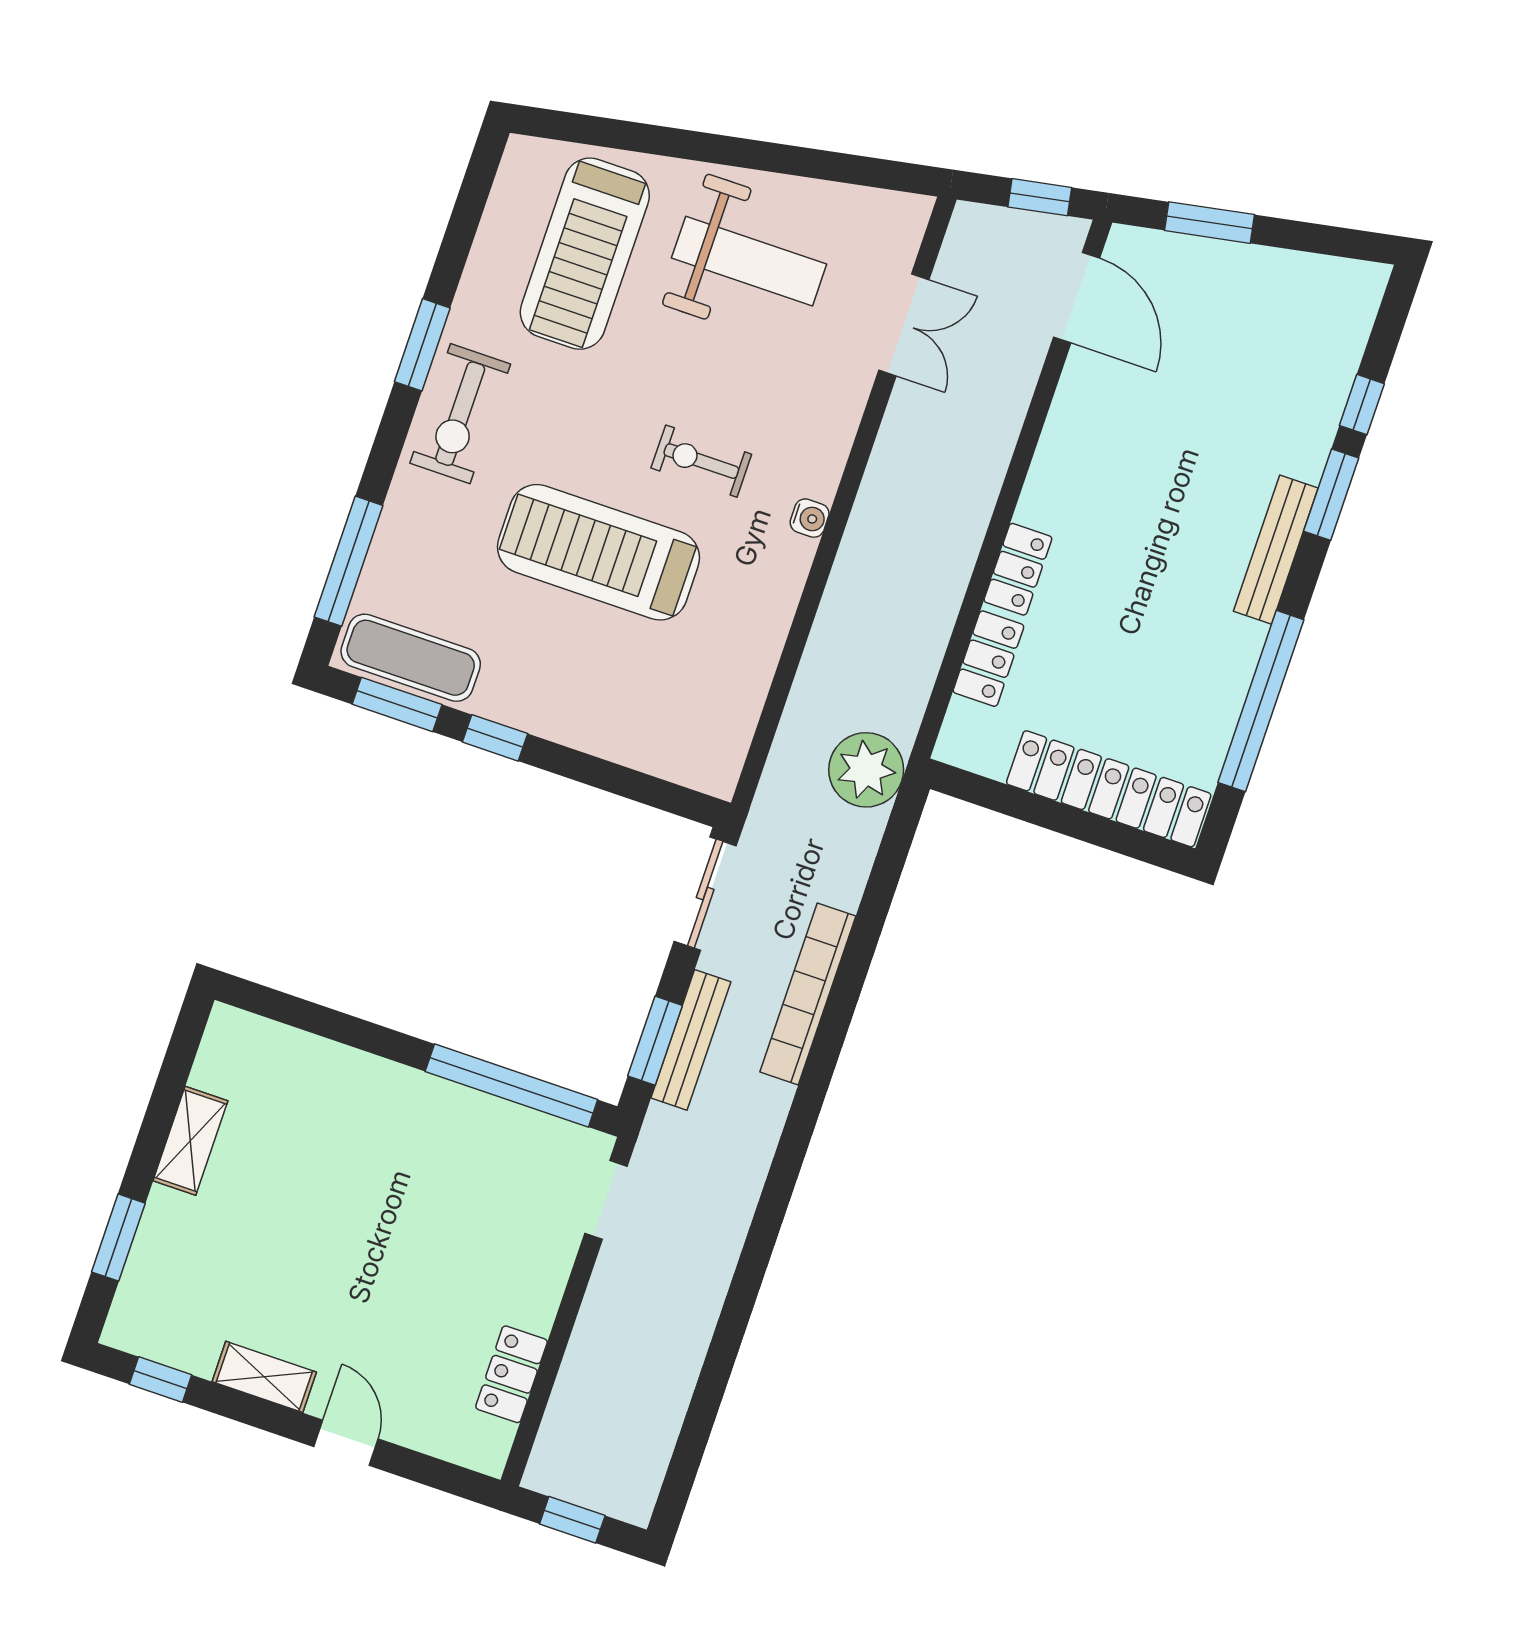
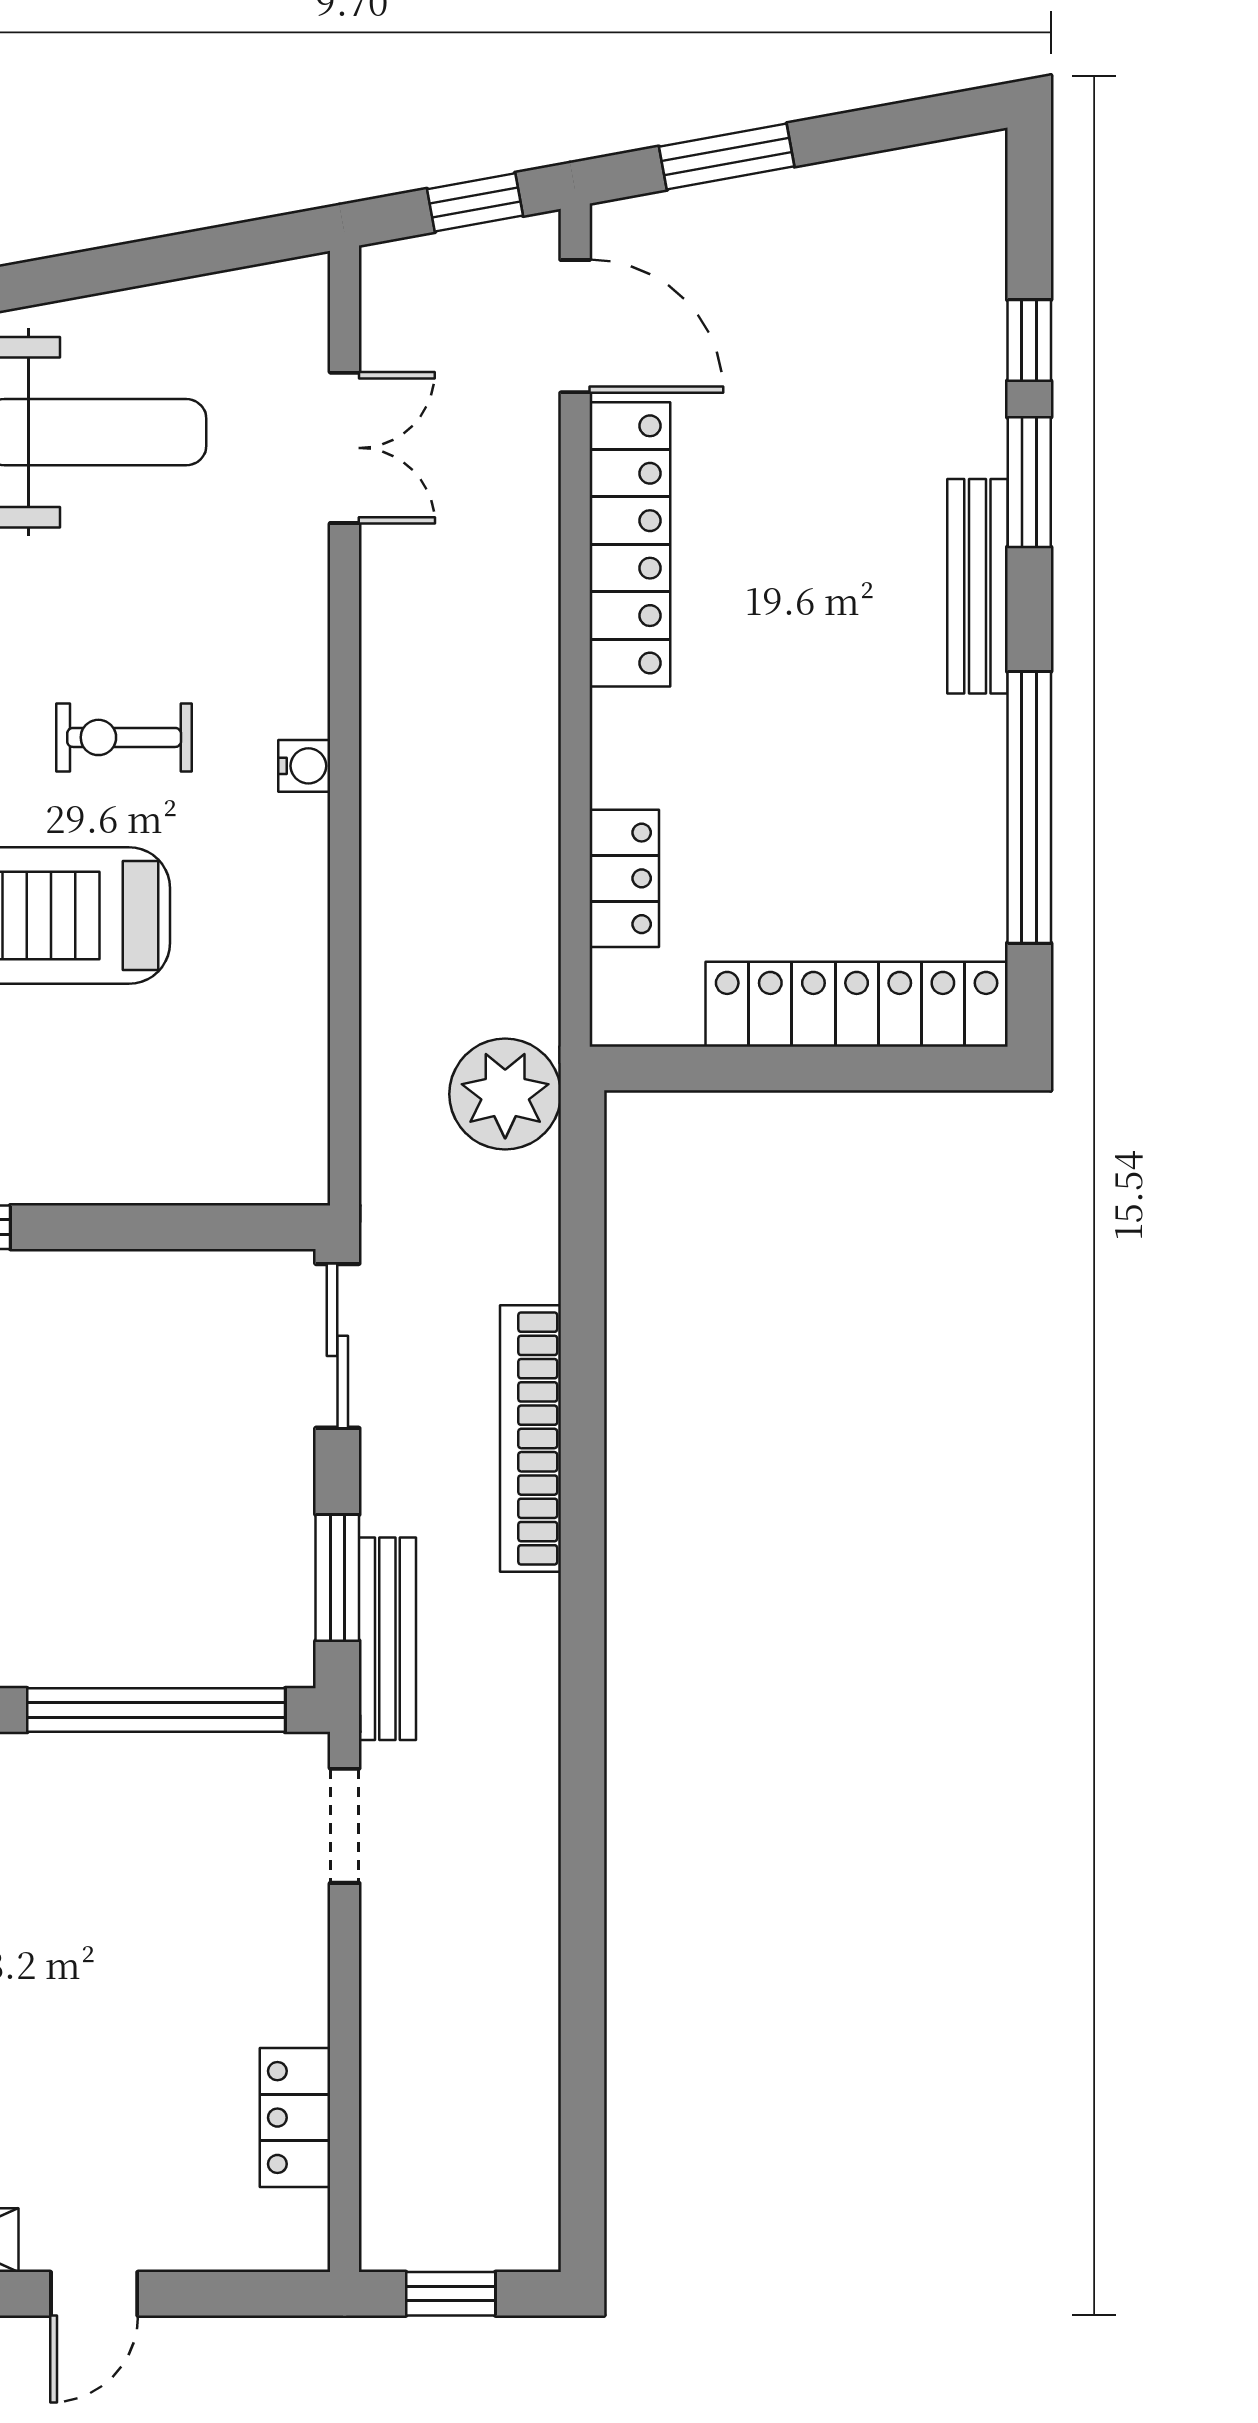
locker: (1018, 569) -> (630, 544), moved, width x2.16, depth x1.21
bench: (691, 1040) -> (387, 1639), moved
door: (346, 1443) -> (94, 2294), swing flipped

